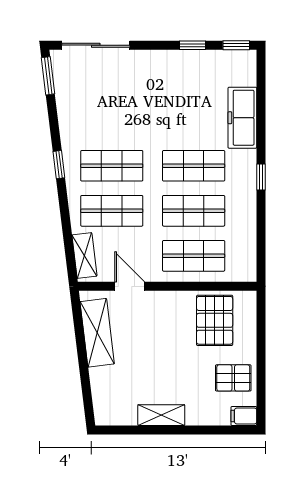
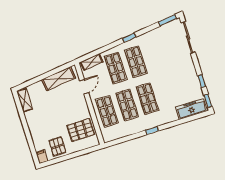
freezer: (242, 118) -> (191, 109), moved
shelving: (161, 415) -> (25, 100), moved

